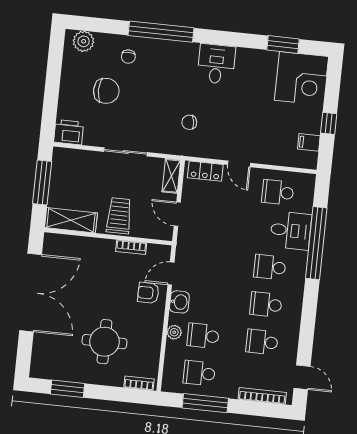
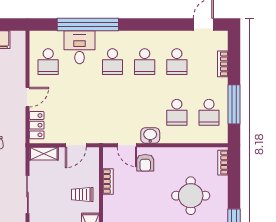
trolley: (119, 216) -> (82, 195), width x0.73, depth x0.72
plant: (174, 332) -> (176, 137), removed
bookcase: (262, 396) -> (223, 64), width x0.64

